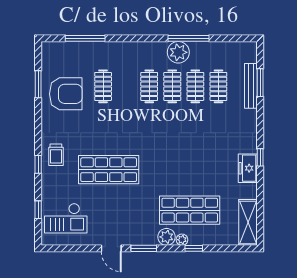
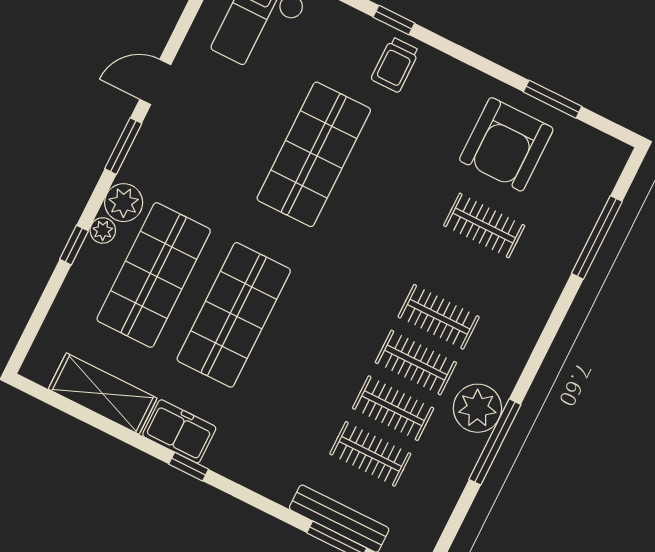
trolley: (56, 155) -> (395, 65), turned -90
shop shelf: (190, 170) -> (234, 315), added
shelving: (248, 222) -> (103, 394), moved

